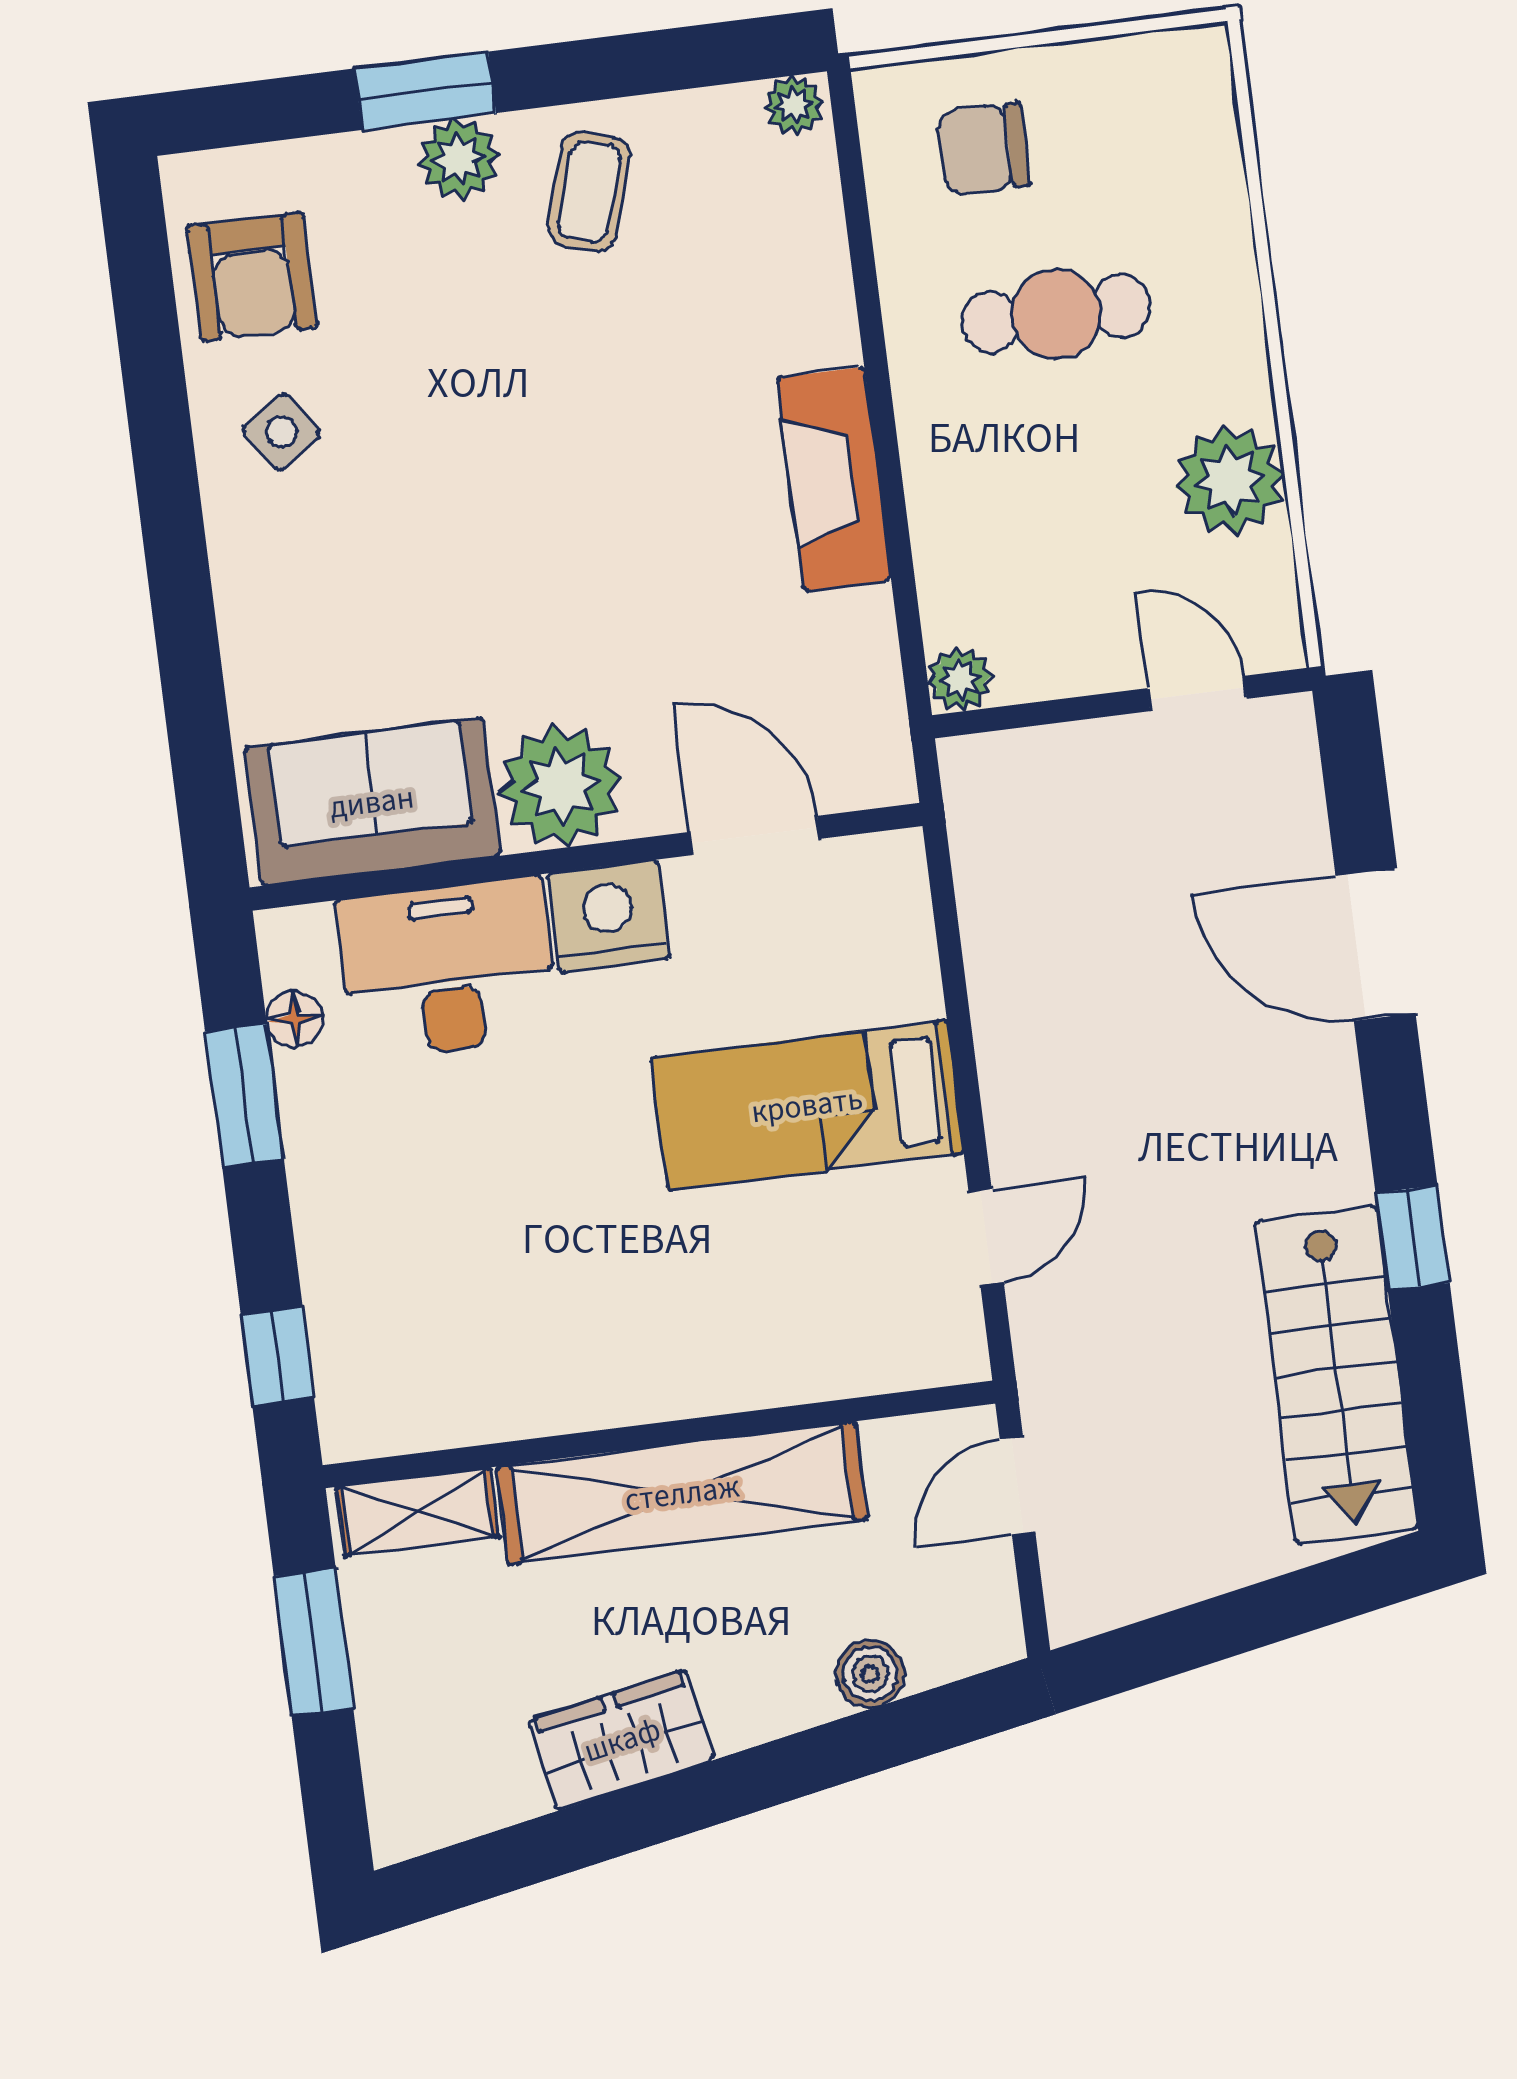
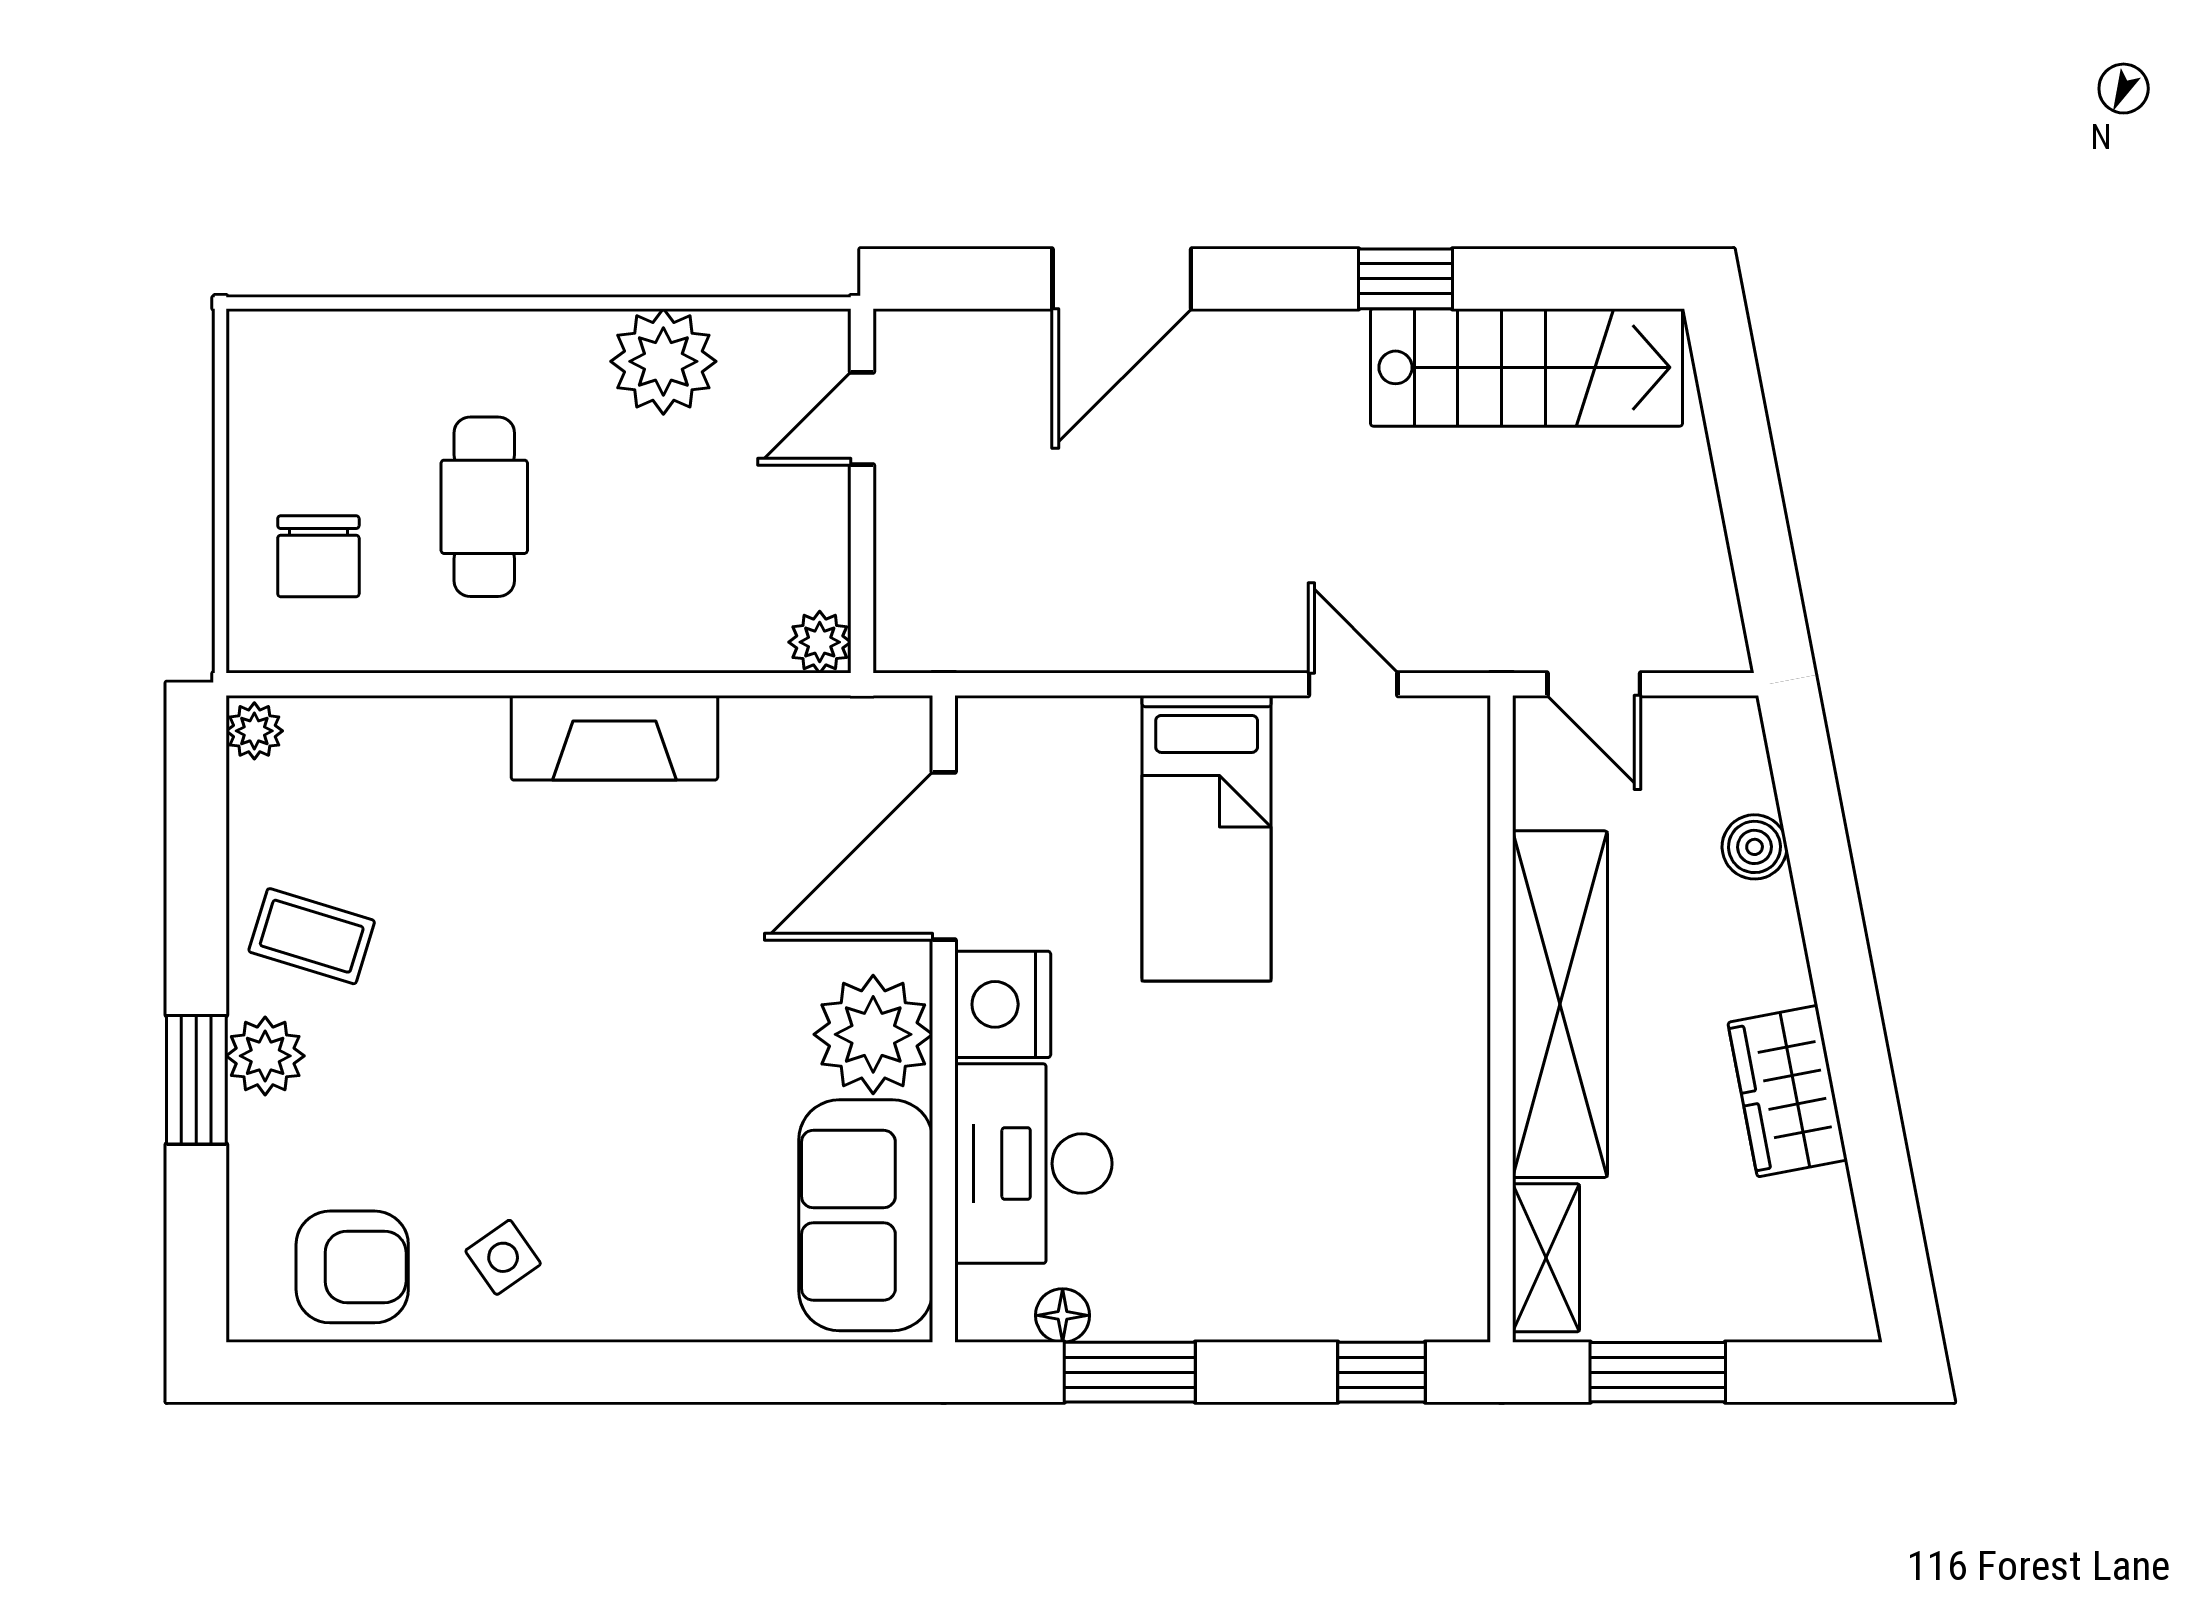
door: (755, 835) -> (944, 856), width x1.36

